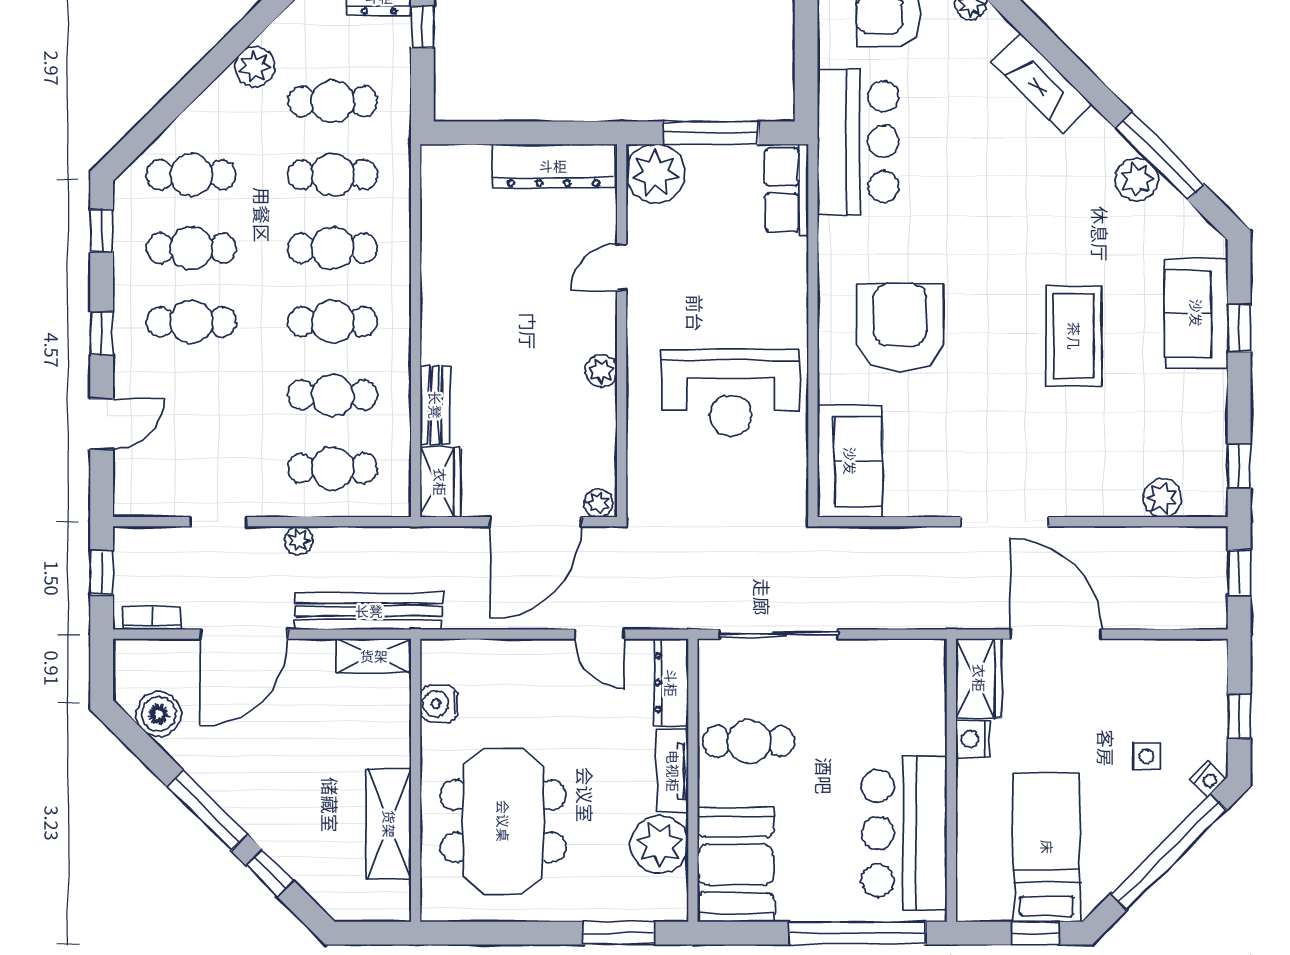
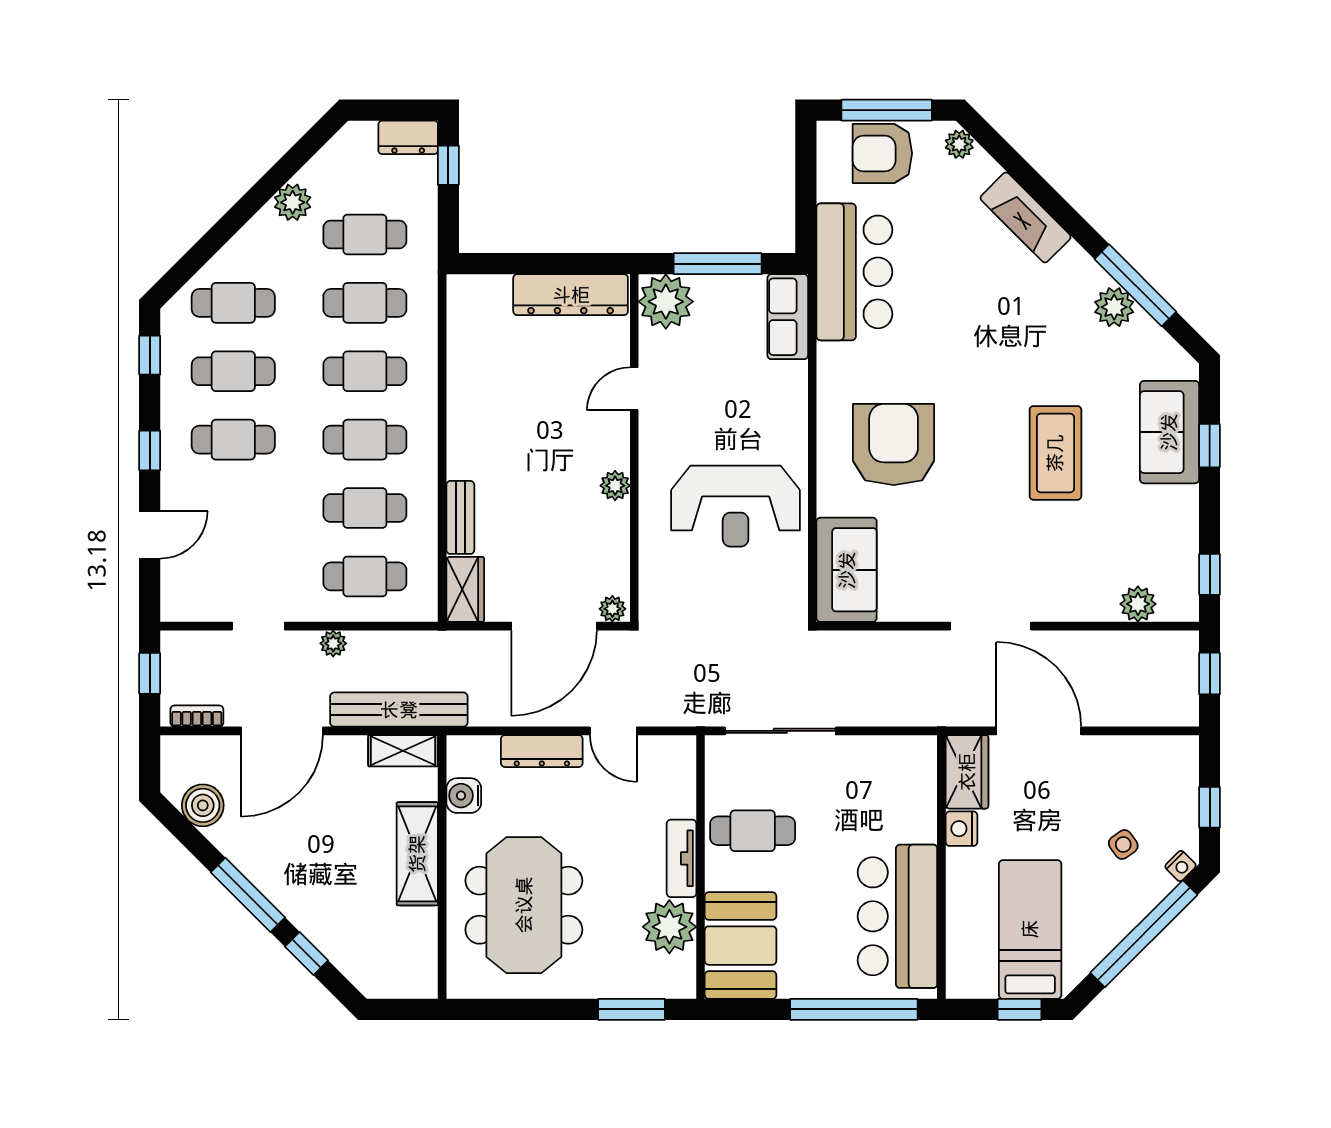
dresser: (671, 683) -> (542, 751), moved, turned -90
side table: (1147, 756) -> (1123, 845), turned -35
shelving: (389, 824) -> (417, 854), moved

